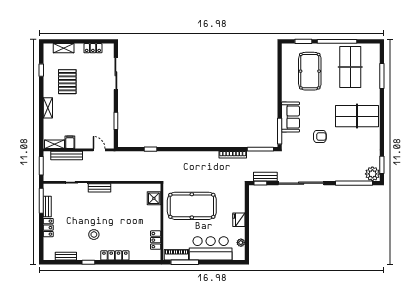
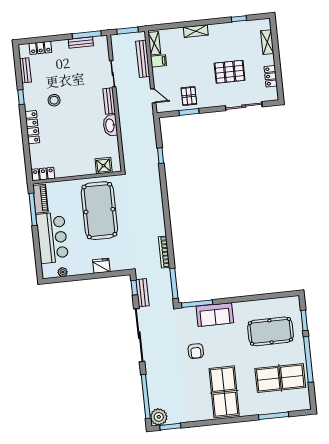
pallet: (67, 82) -> (230, 72), moved
pallet: (102, 120) -> (189, 96), added
door: (99, 150) -> (153, 96), hinge flipped
washbasin: (120, 189) -> (110, 125), added
fridge: (239, 220) -> (101, 266), moved
locker: (48, 228) -> (40, 48), moved
locker: (156, 240) -> (43, 174), moved

